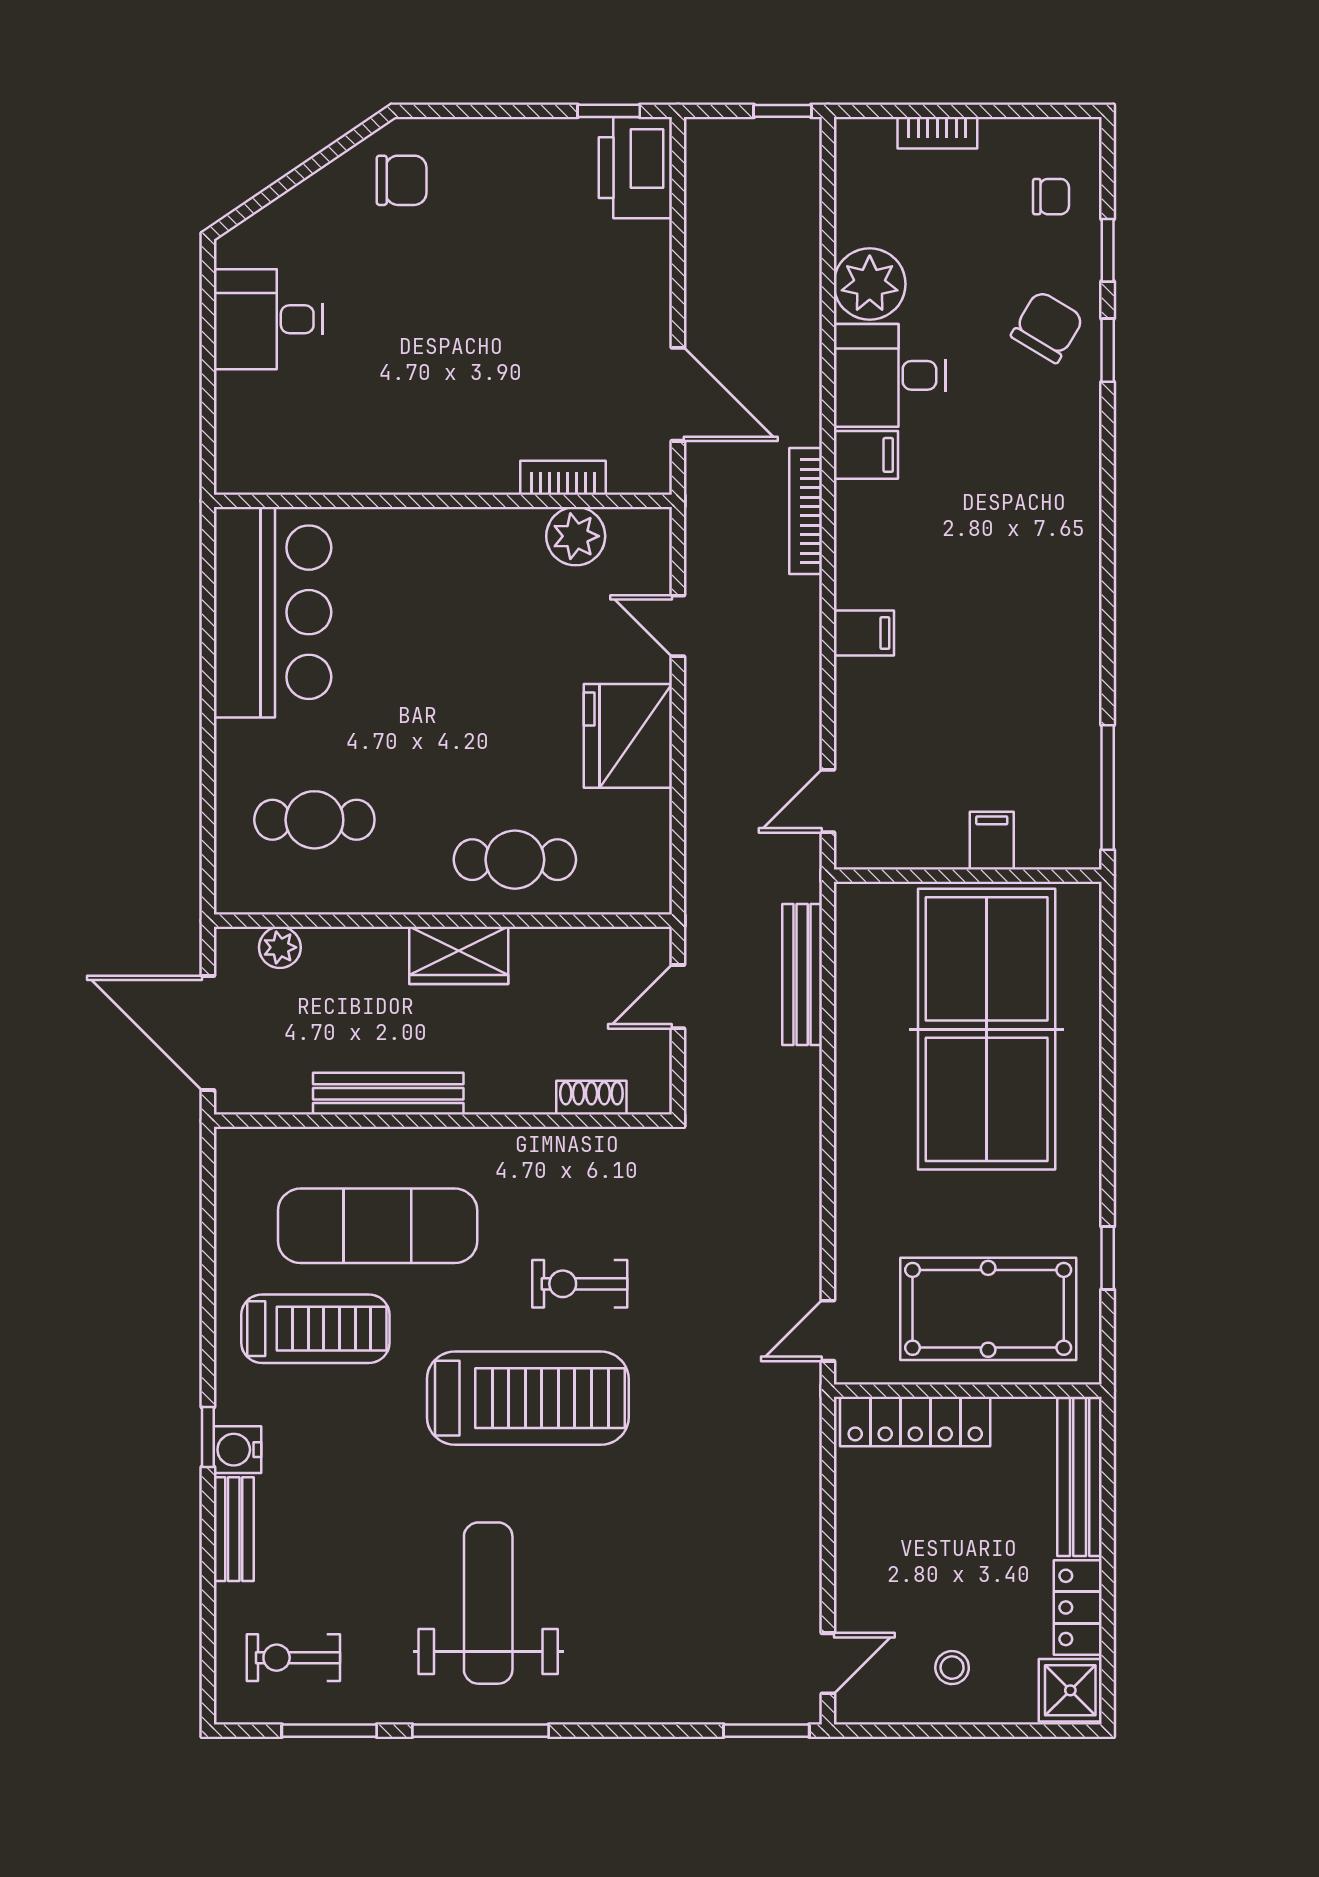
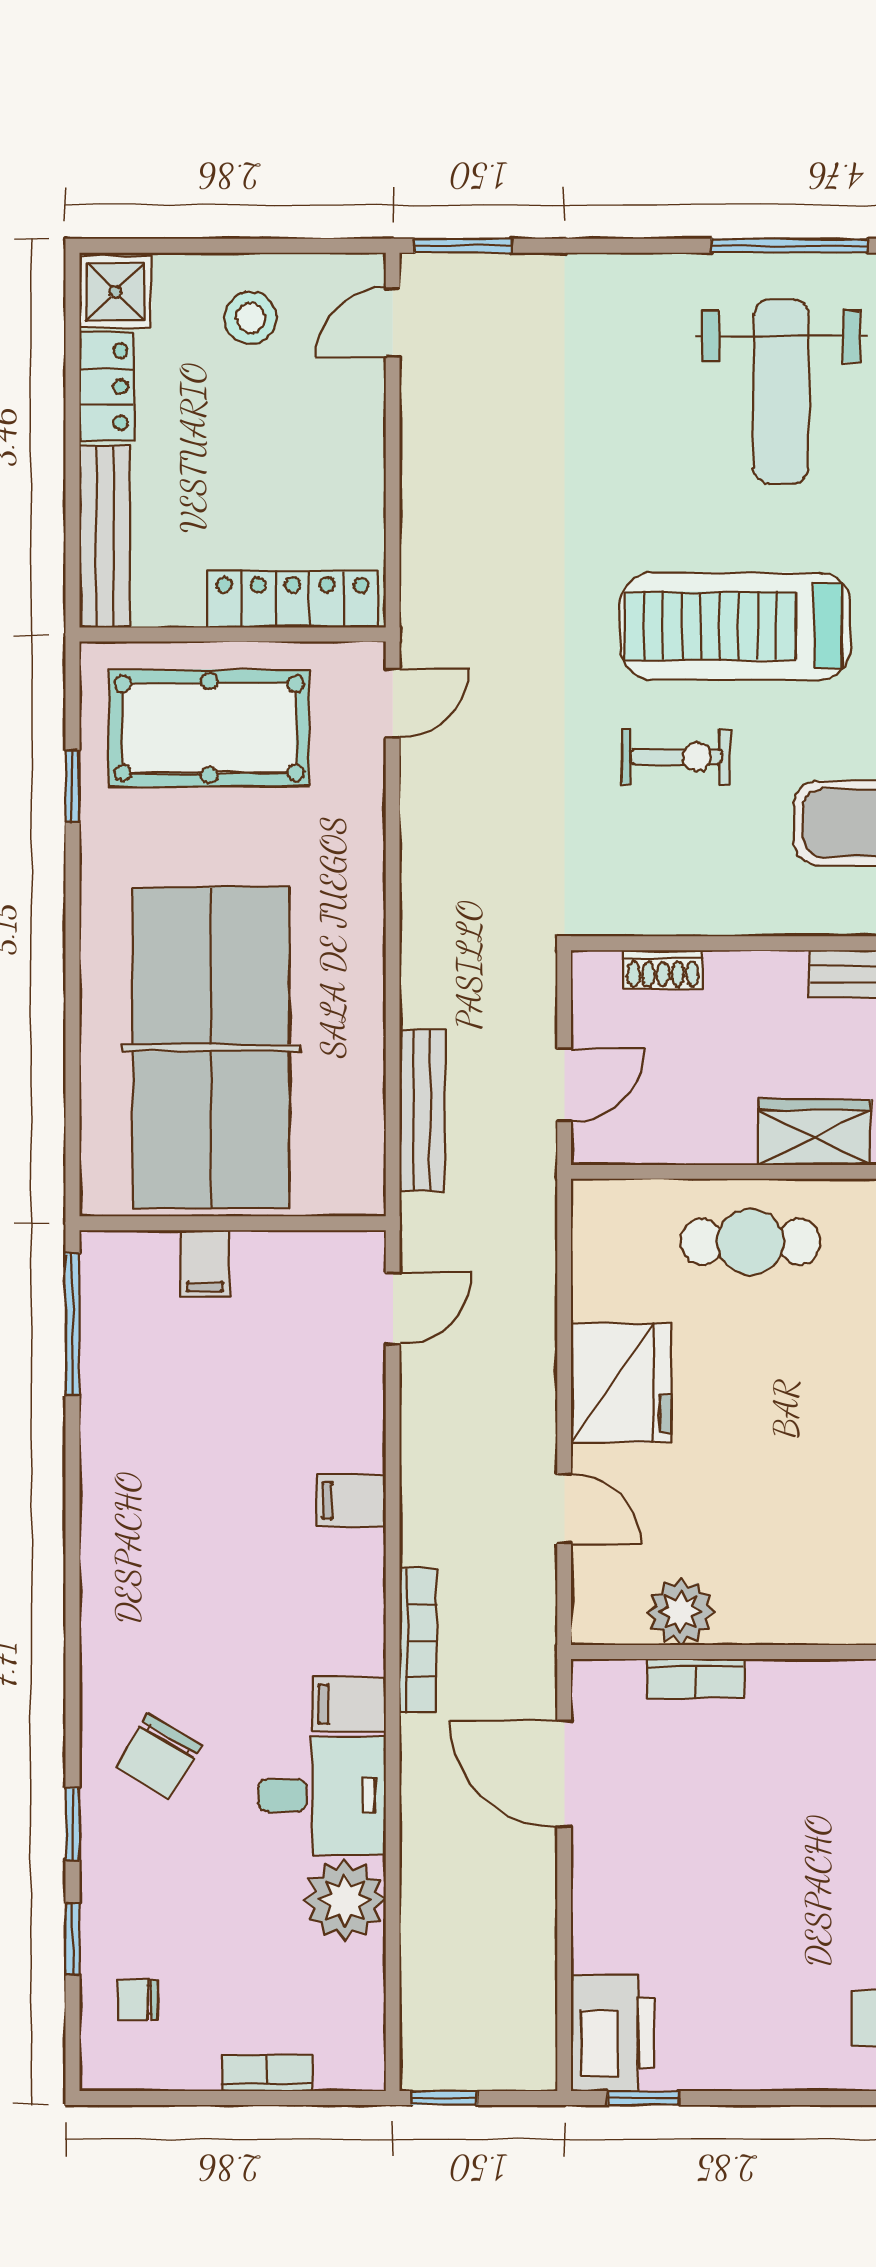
chair: (1047, 327) -> (158, 1756), moved
stool: (952, 1668) -> (251, 318), width x1.37, depth x1.37

